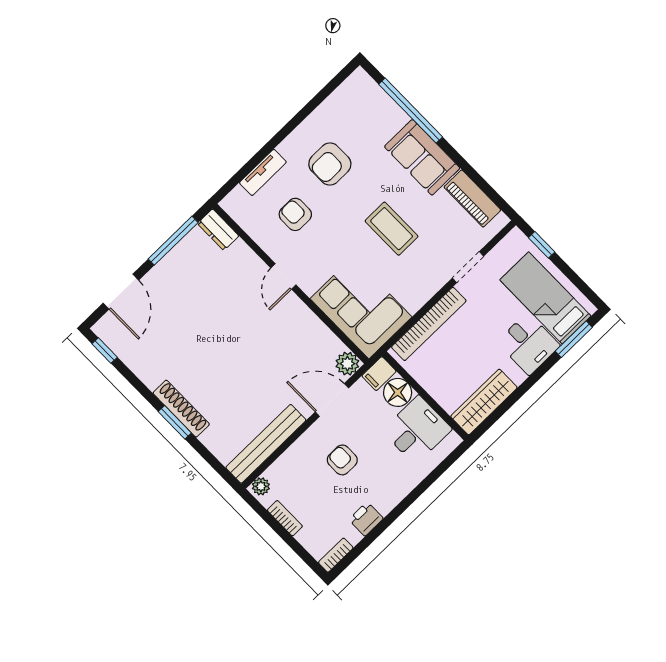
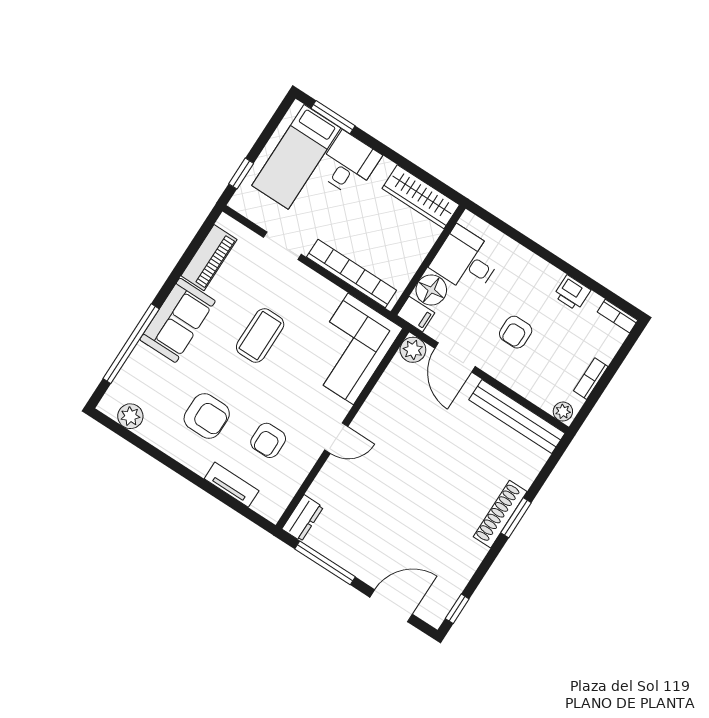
plant: (345, 95) -> (130, 416), added

